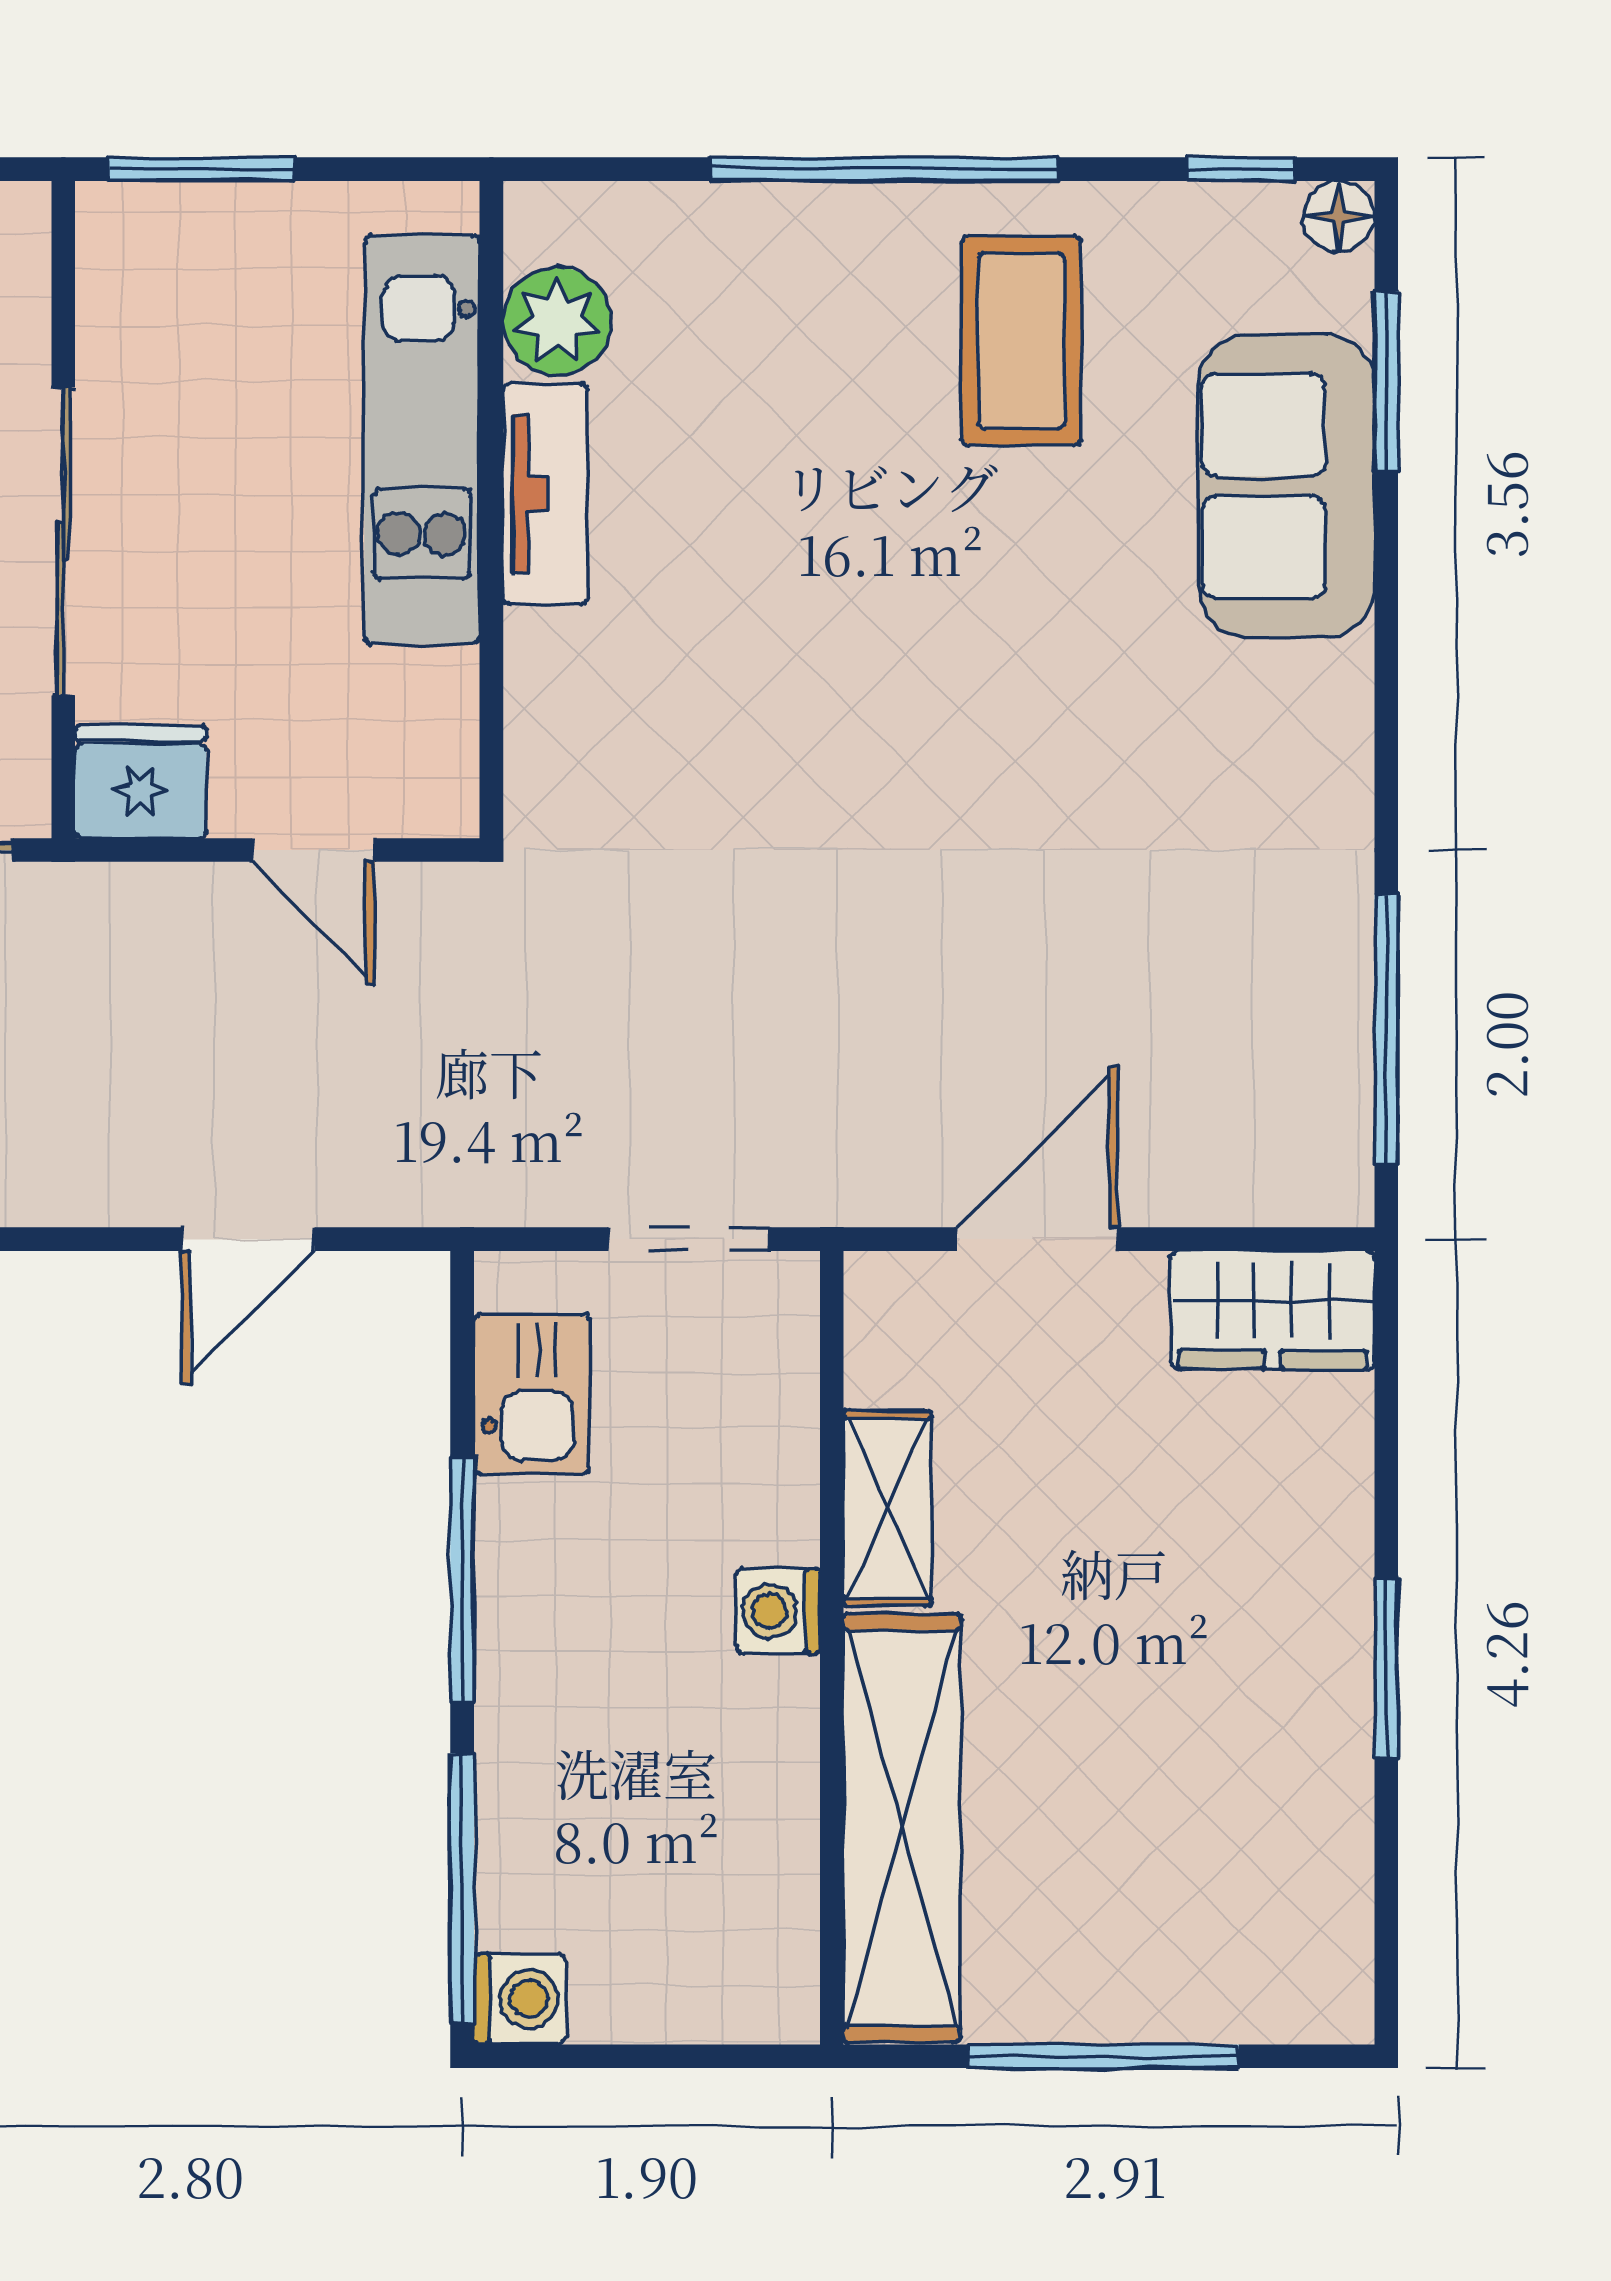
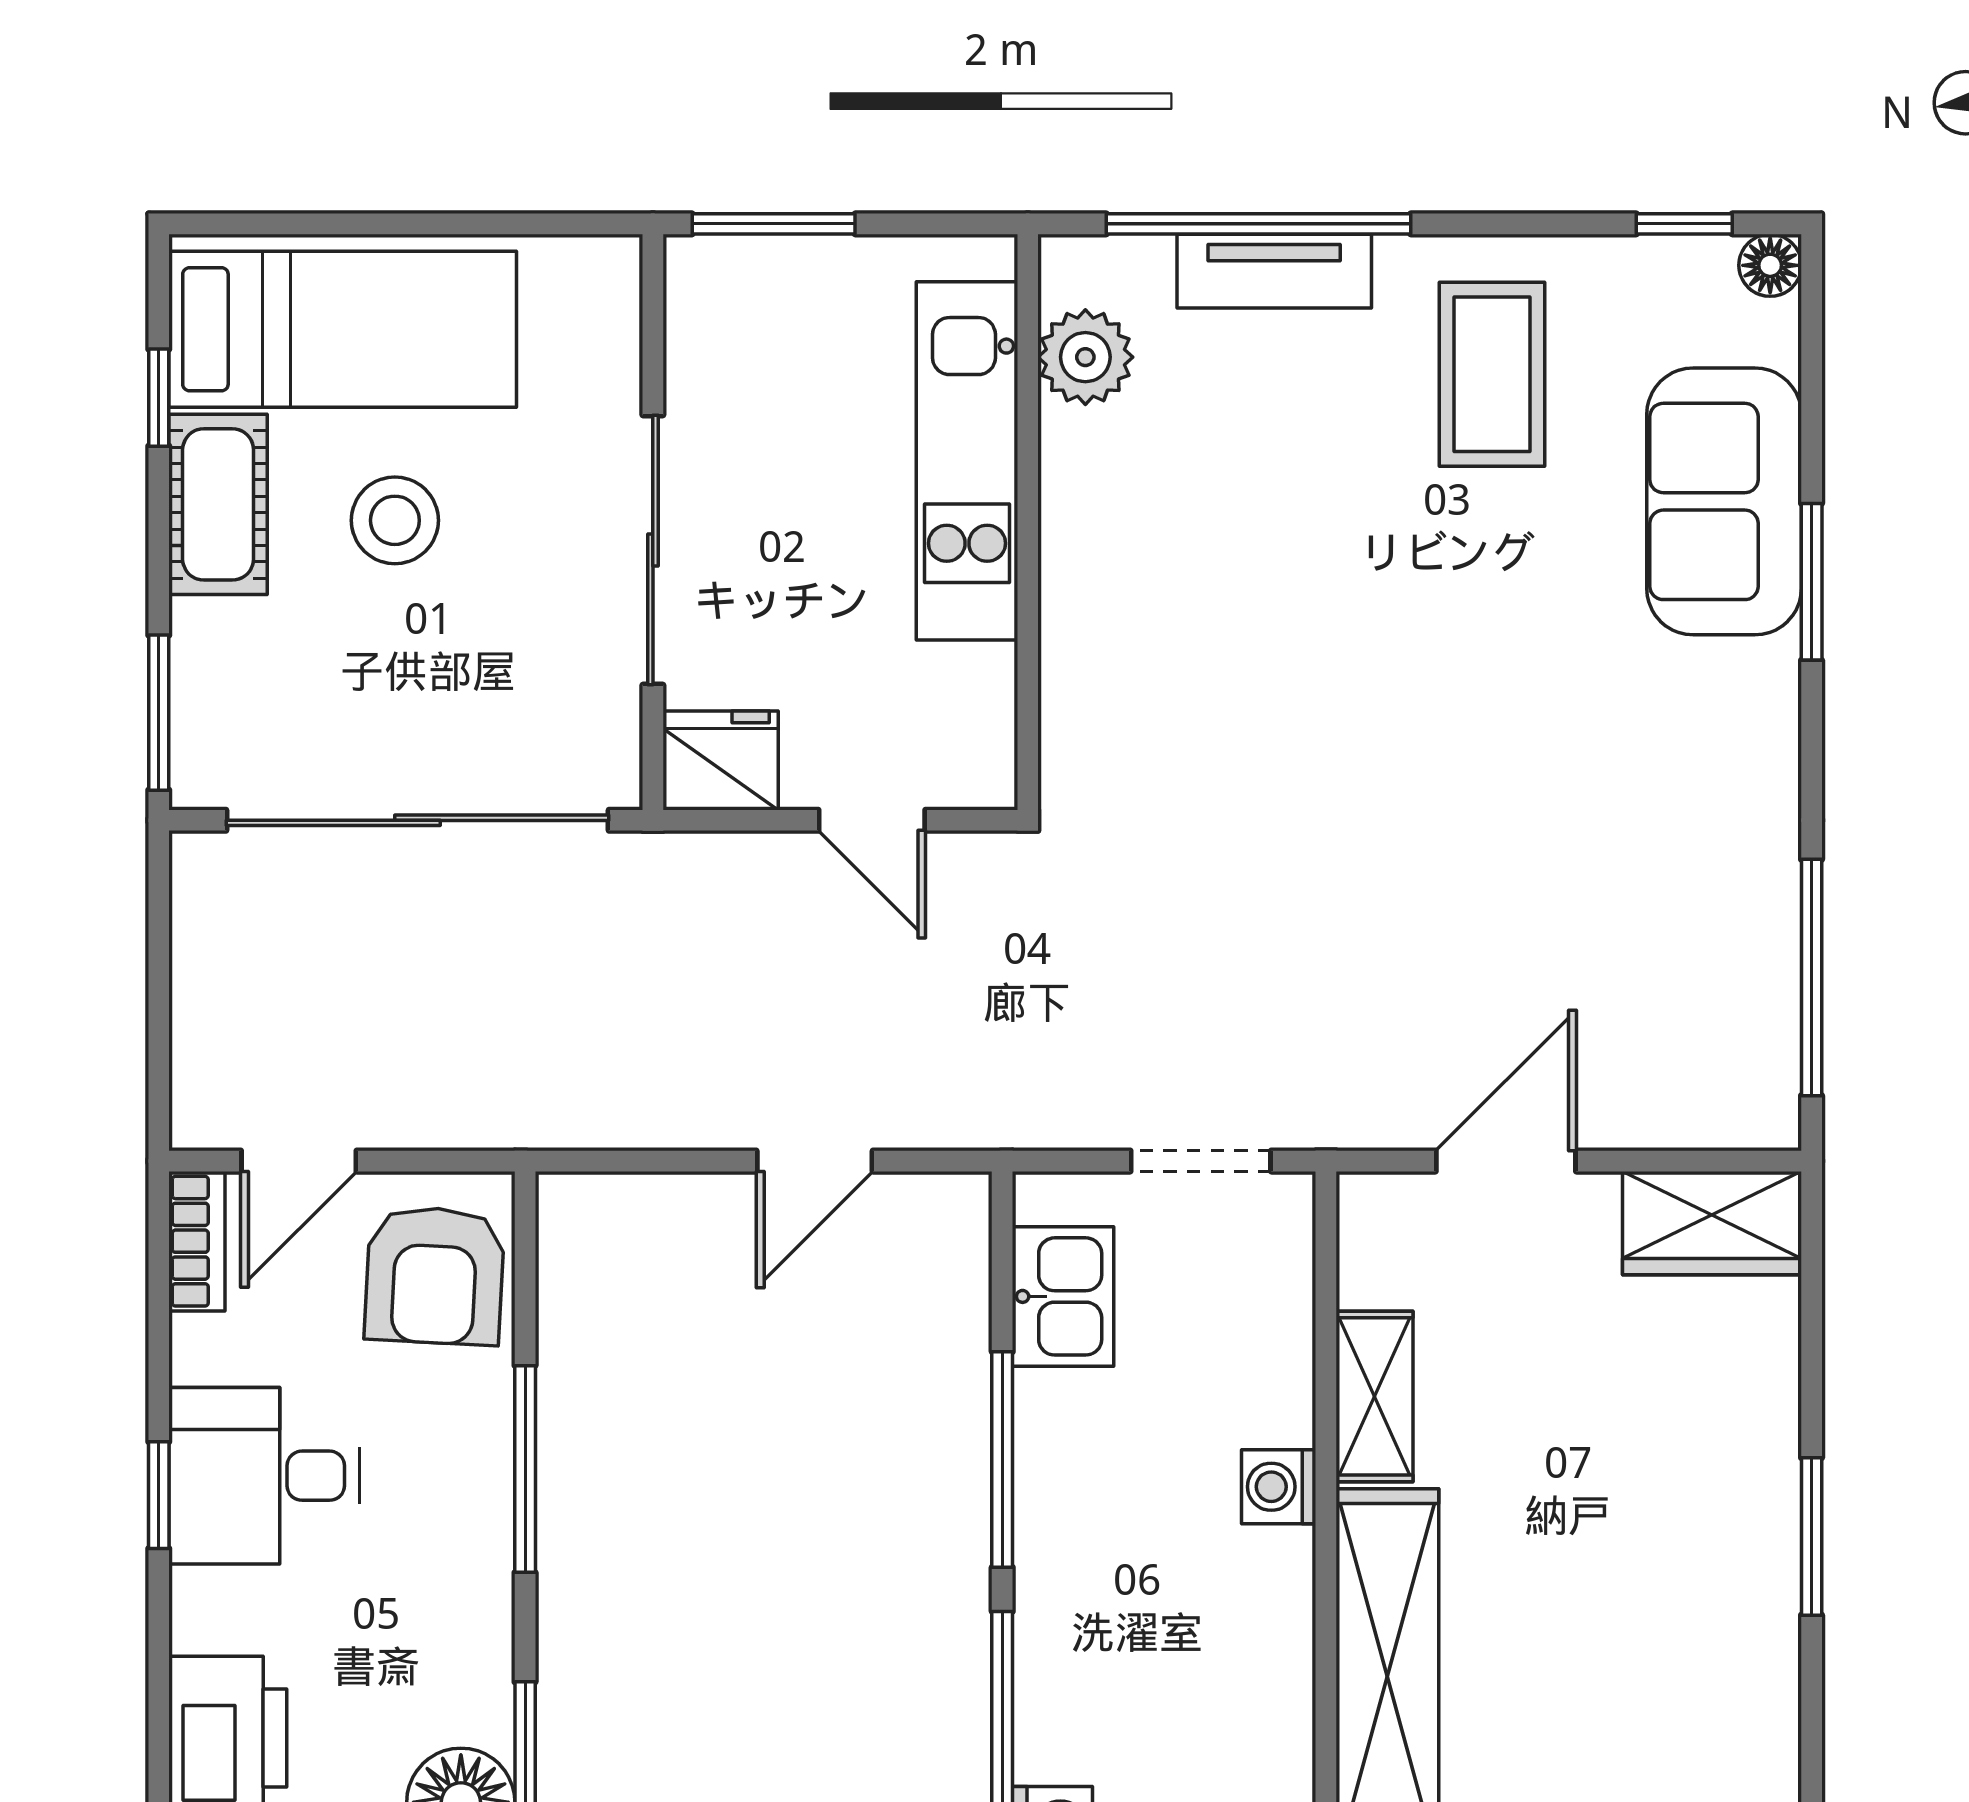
window: (884, 169) -> (1258, 224), moved
window: (1386, 381) -> (1812, 582), moved
tv unit: (545, 494) -> (1274, 271), moved, turned 90

